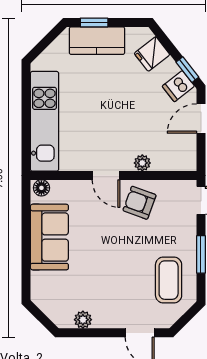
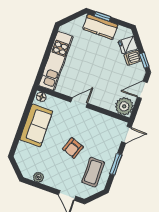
dishwasher: (178, 86) -> (133, 58), moved
plant: (142, 163) -> (124, 106), moved, width x1.87, depth x1.87
door: (106, 175) -> (79, 103), swing flipped
armchair: (140, 203) -> (73, 148), moved, turned -90

